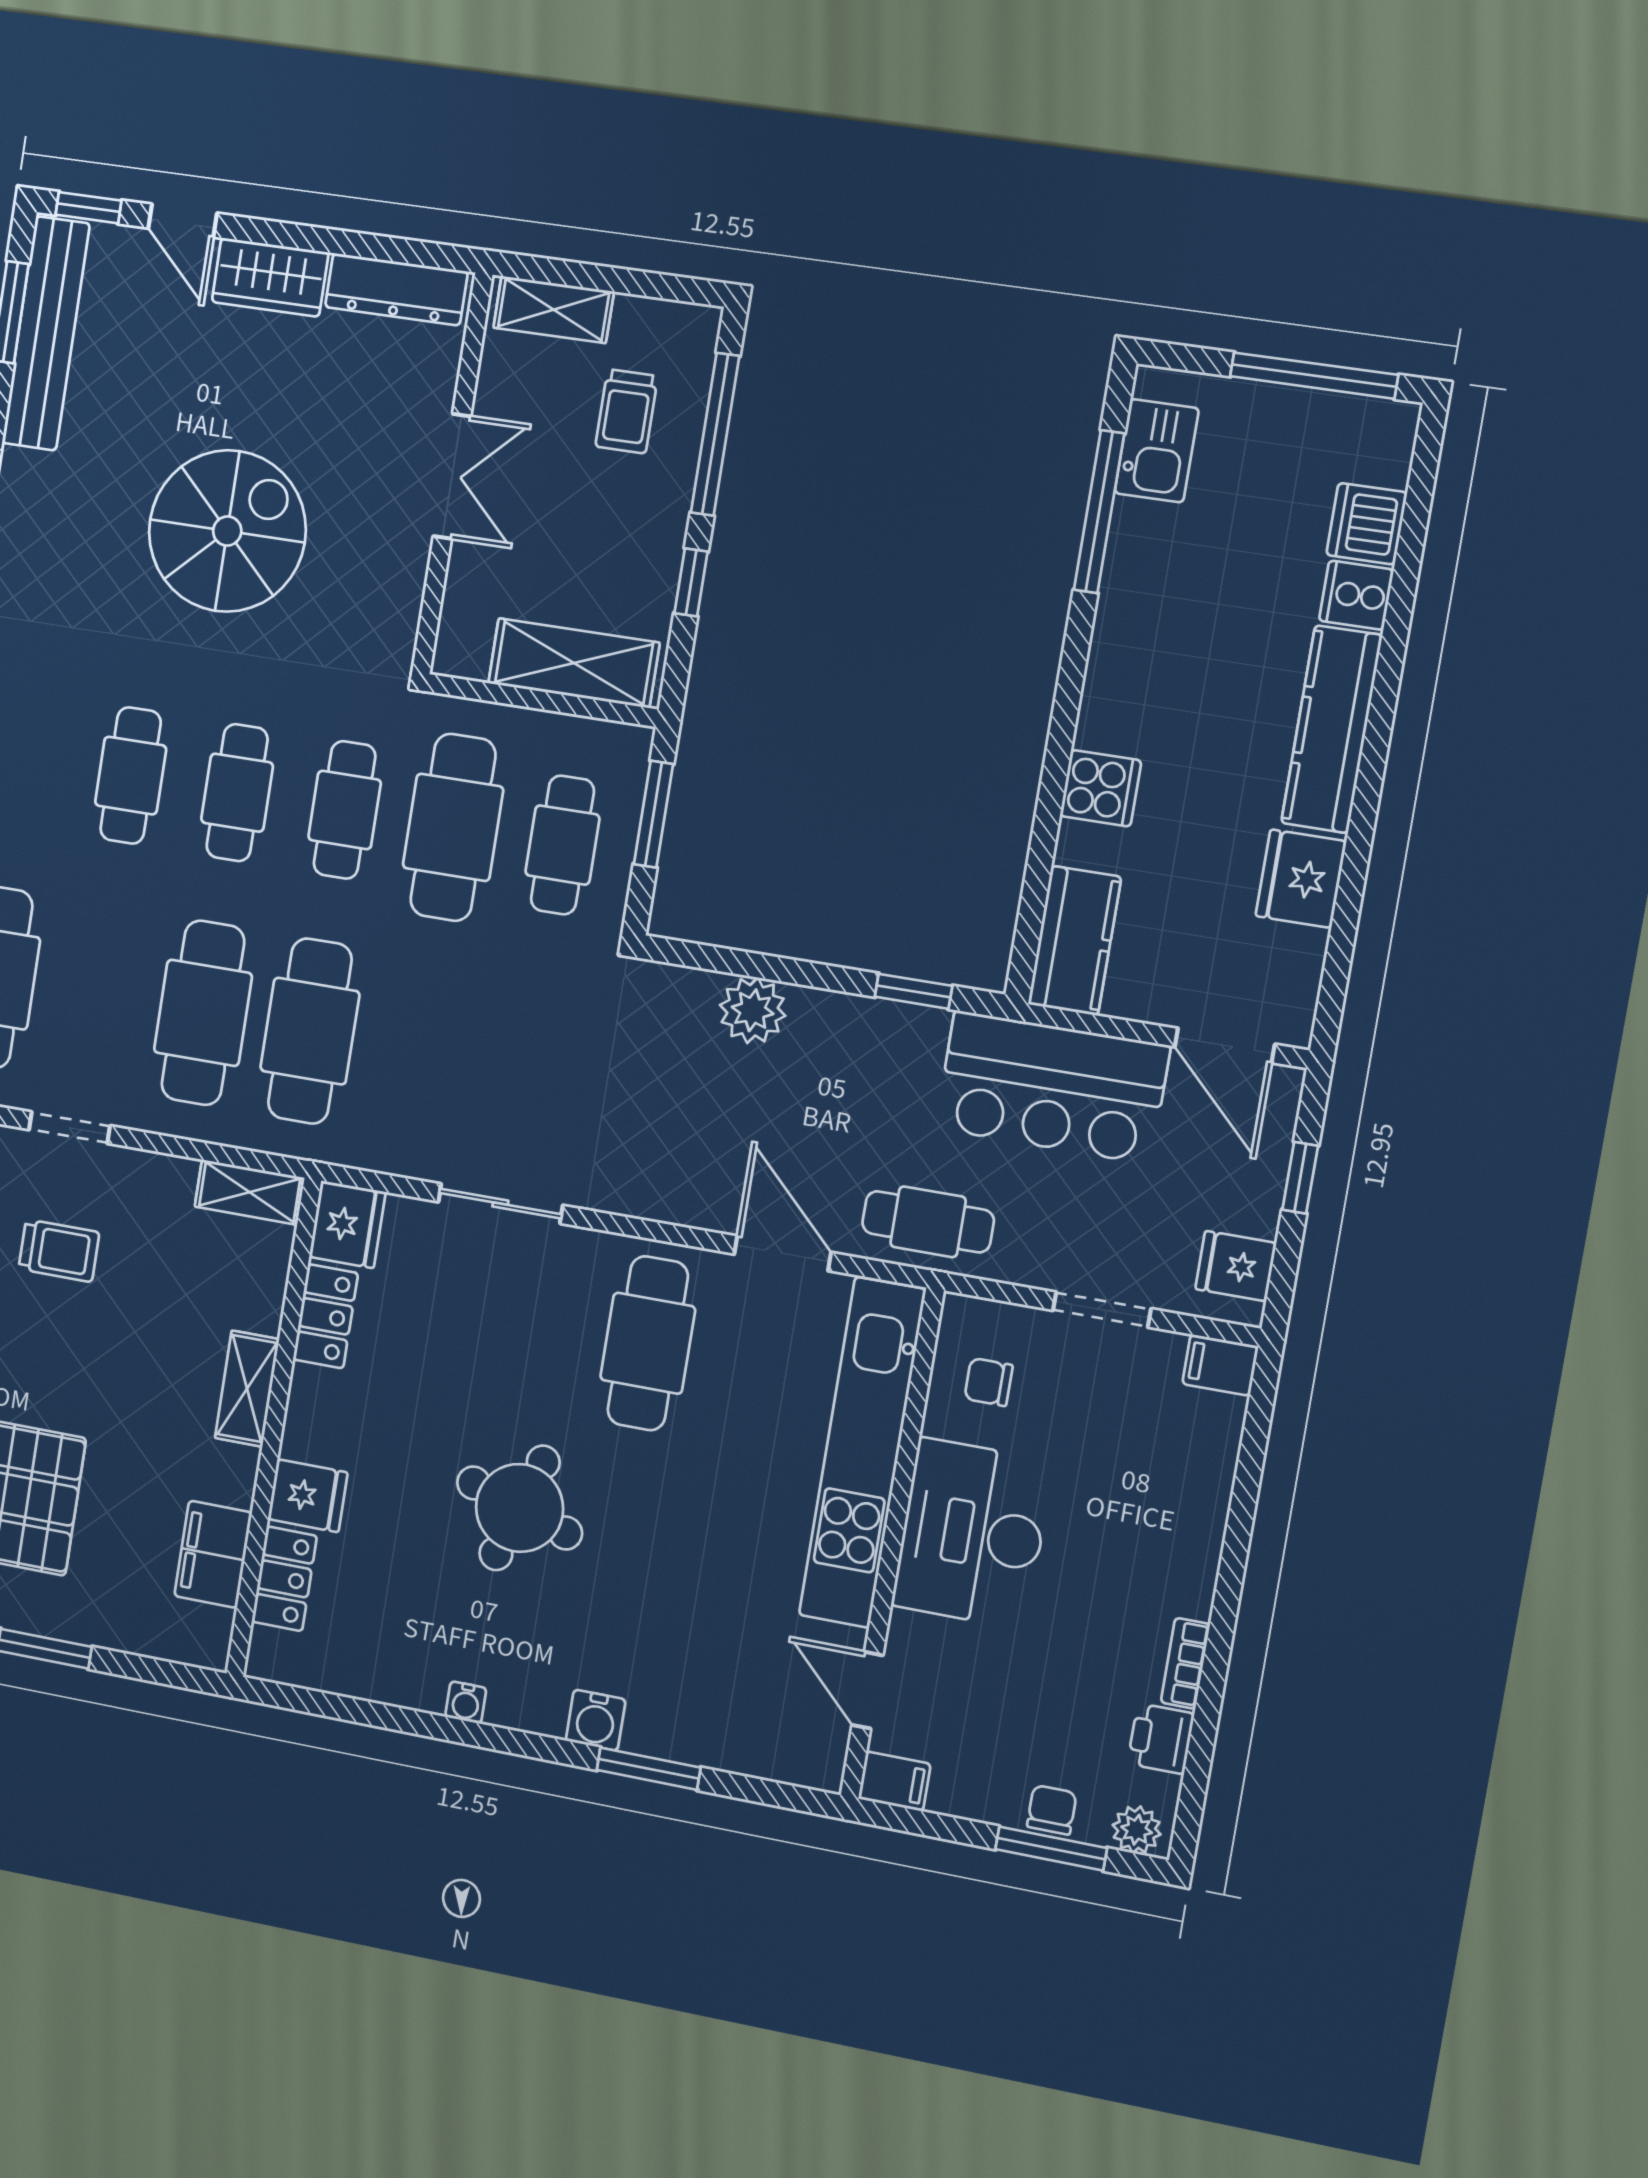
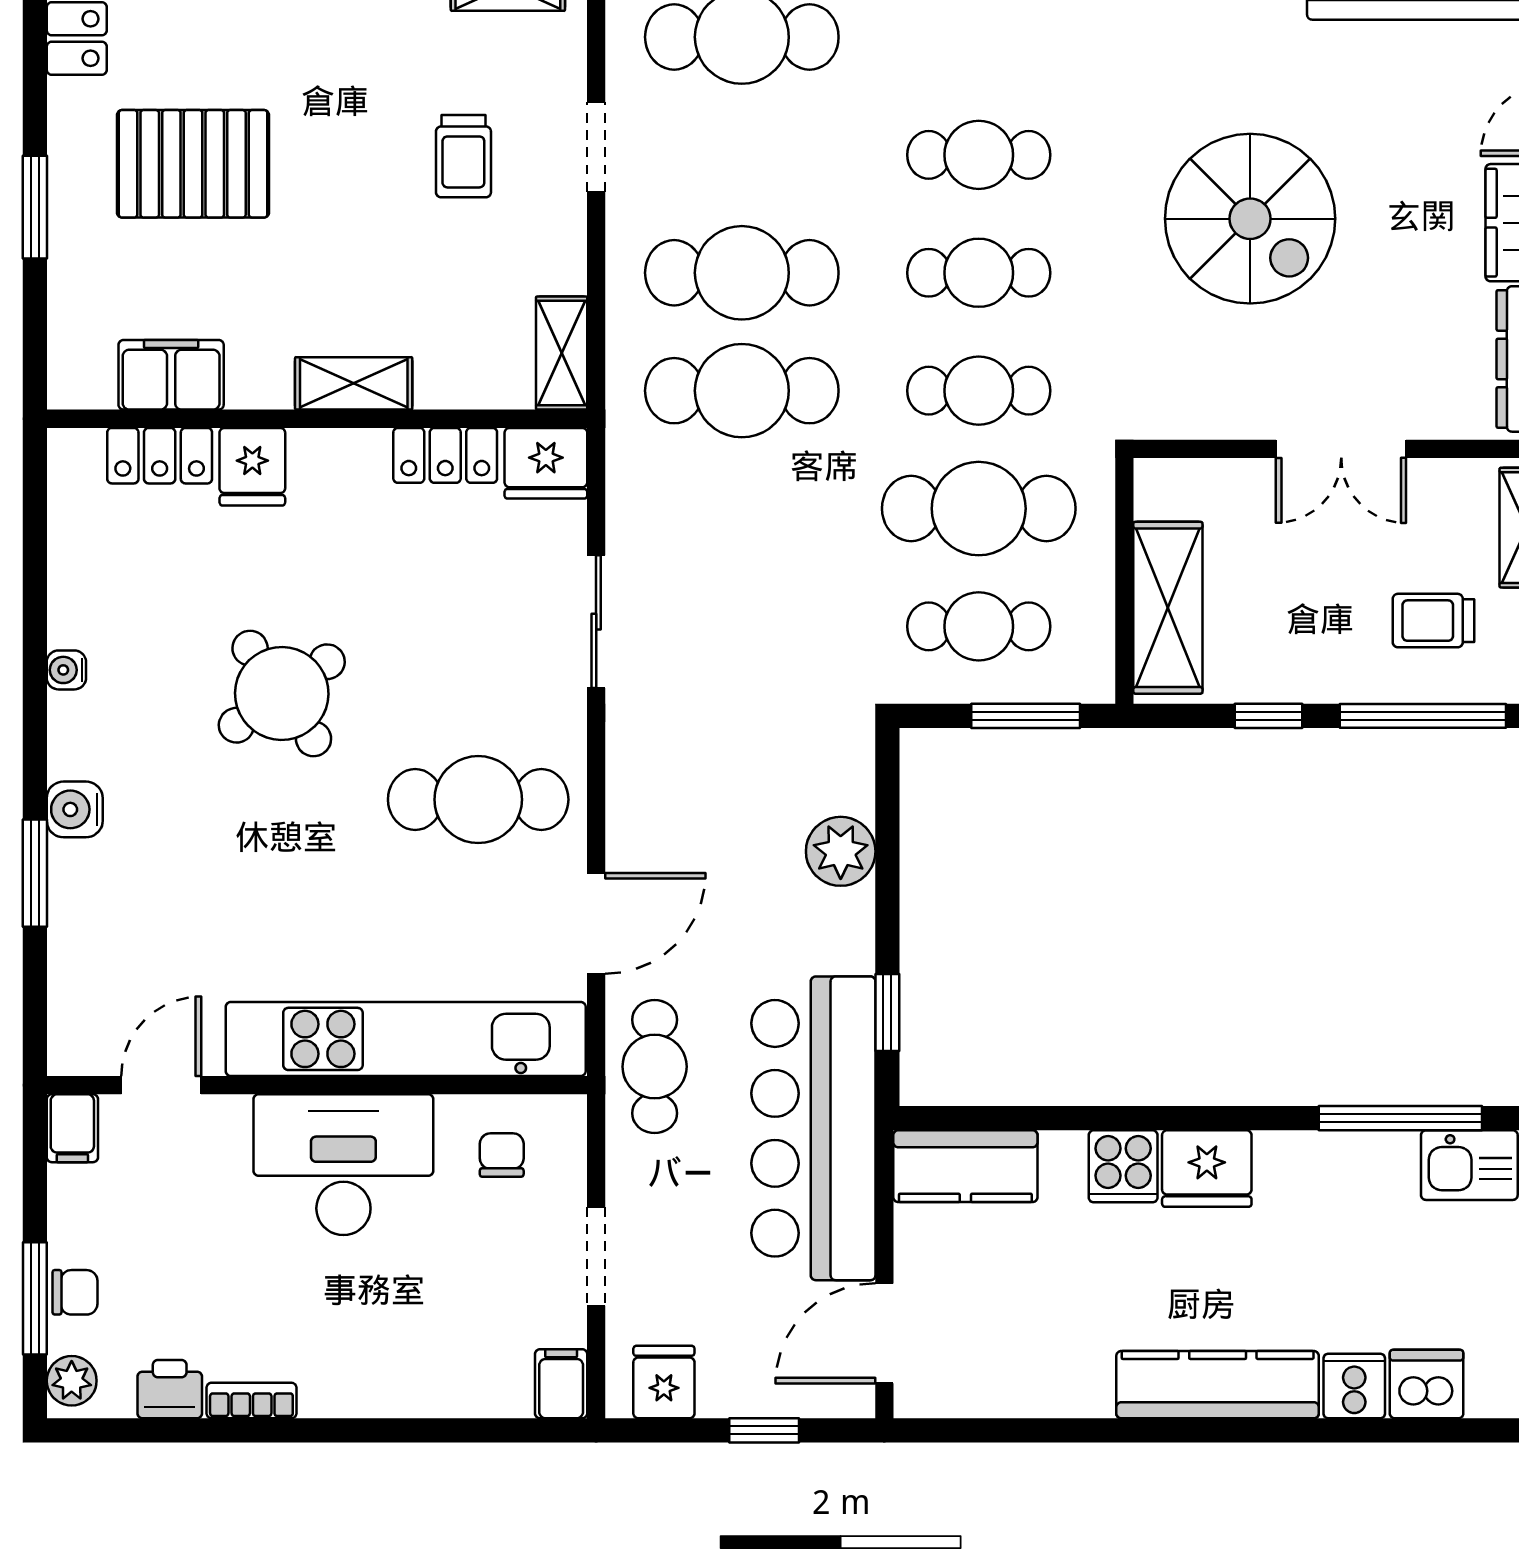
fridge: (1301, 879) -> (1207, 1169), moved, turned 180
bar counter: (1052, 1087) -> (813, 1128), width x1.36
round table: (520, 1508) -> (282, 693), turned 37

